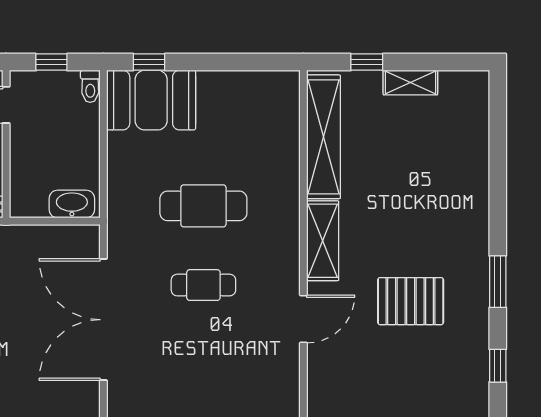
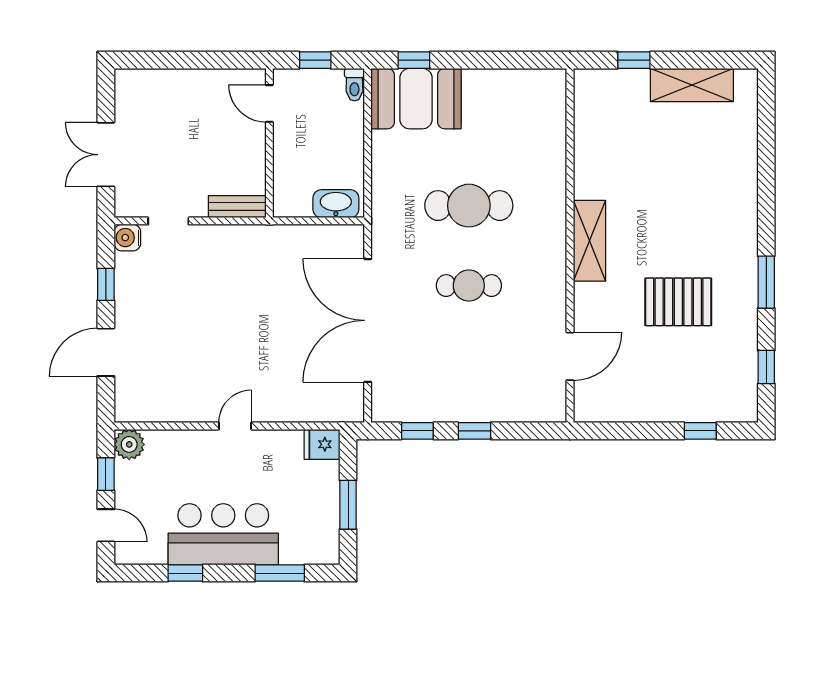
shelving: (410, 83) -> (692, 85), width x1.50, depth x1.33
shelving: (324, 137) -> (590, 136), removed
door: (303, 319) -> (570, 356), moved

